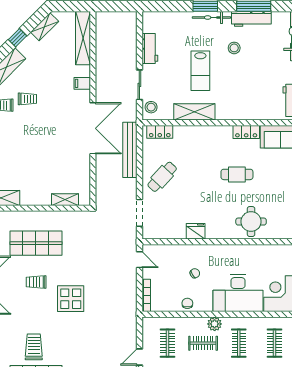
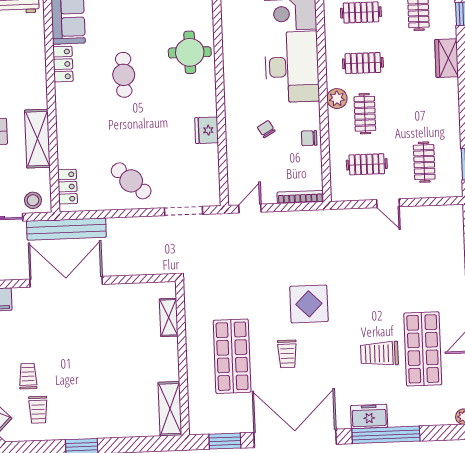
bench: (130, 150) -> (66, 229), moved

